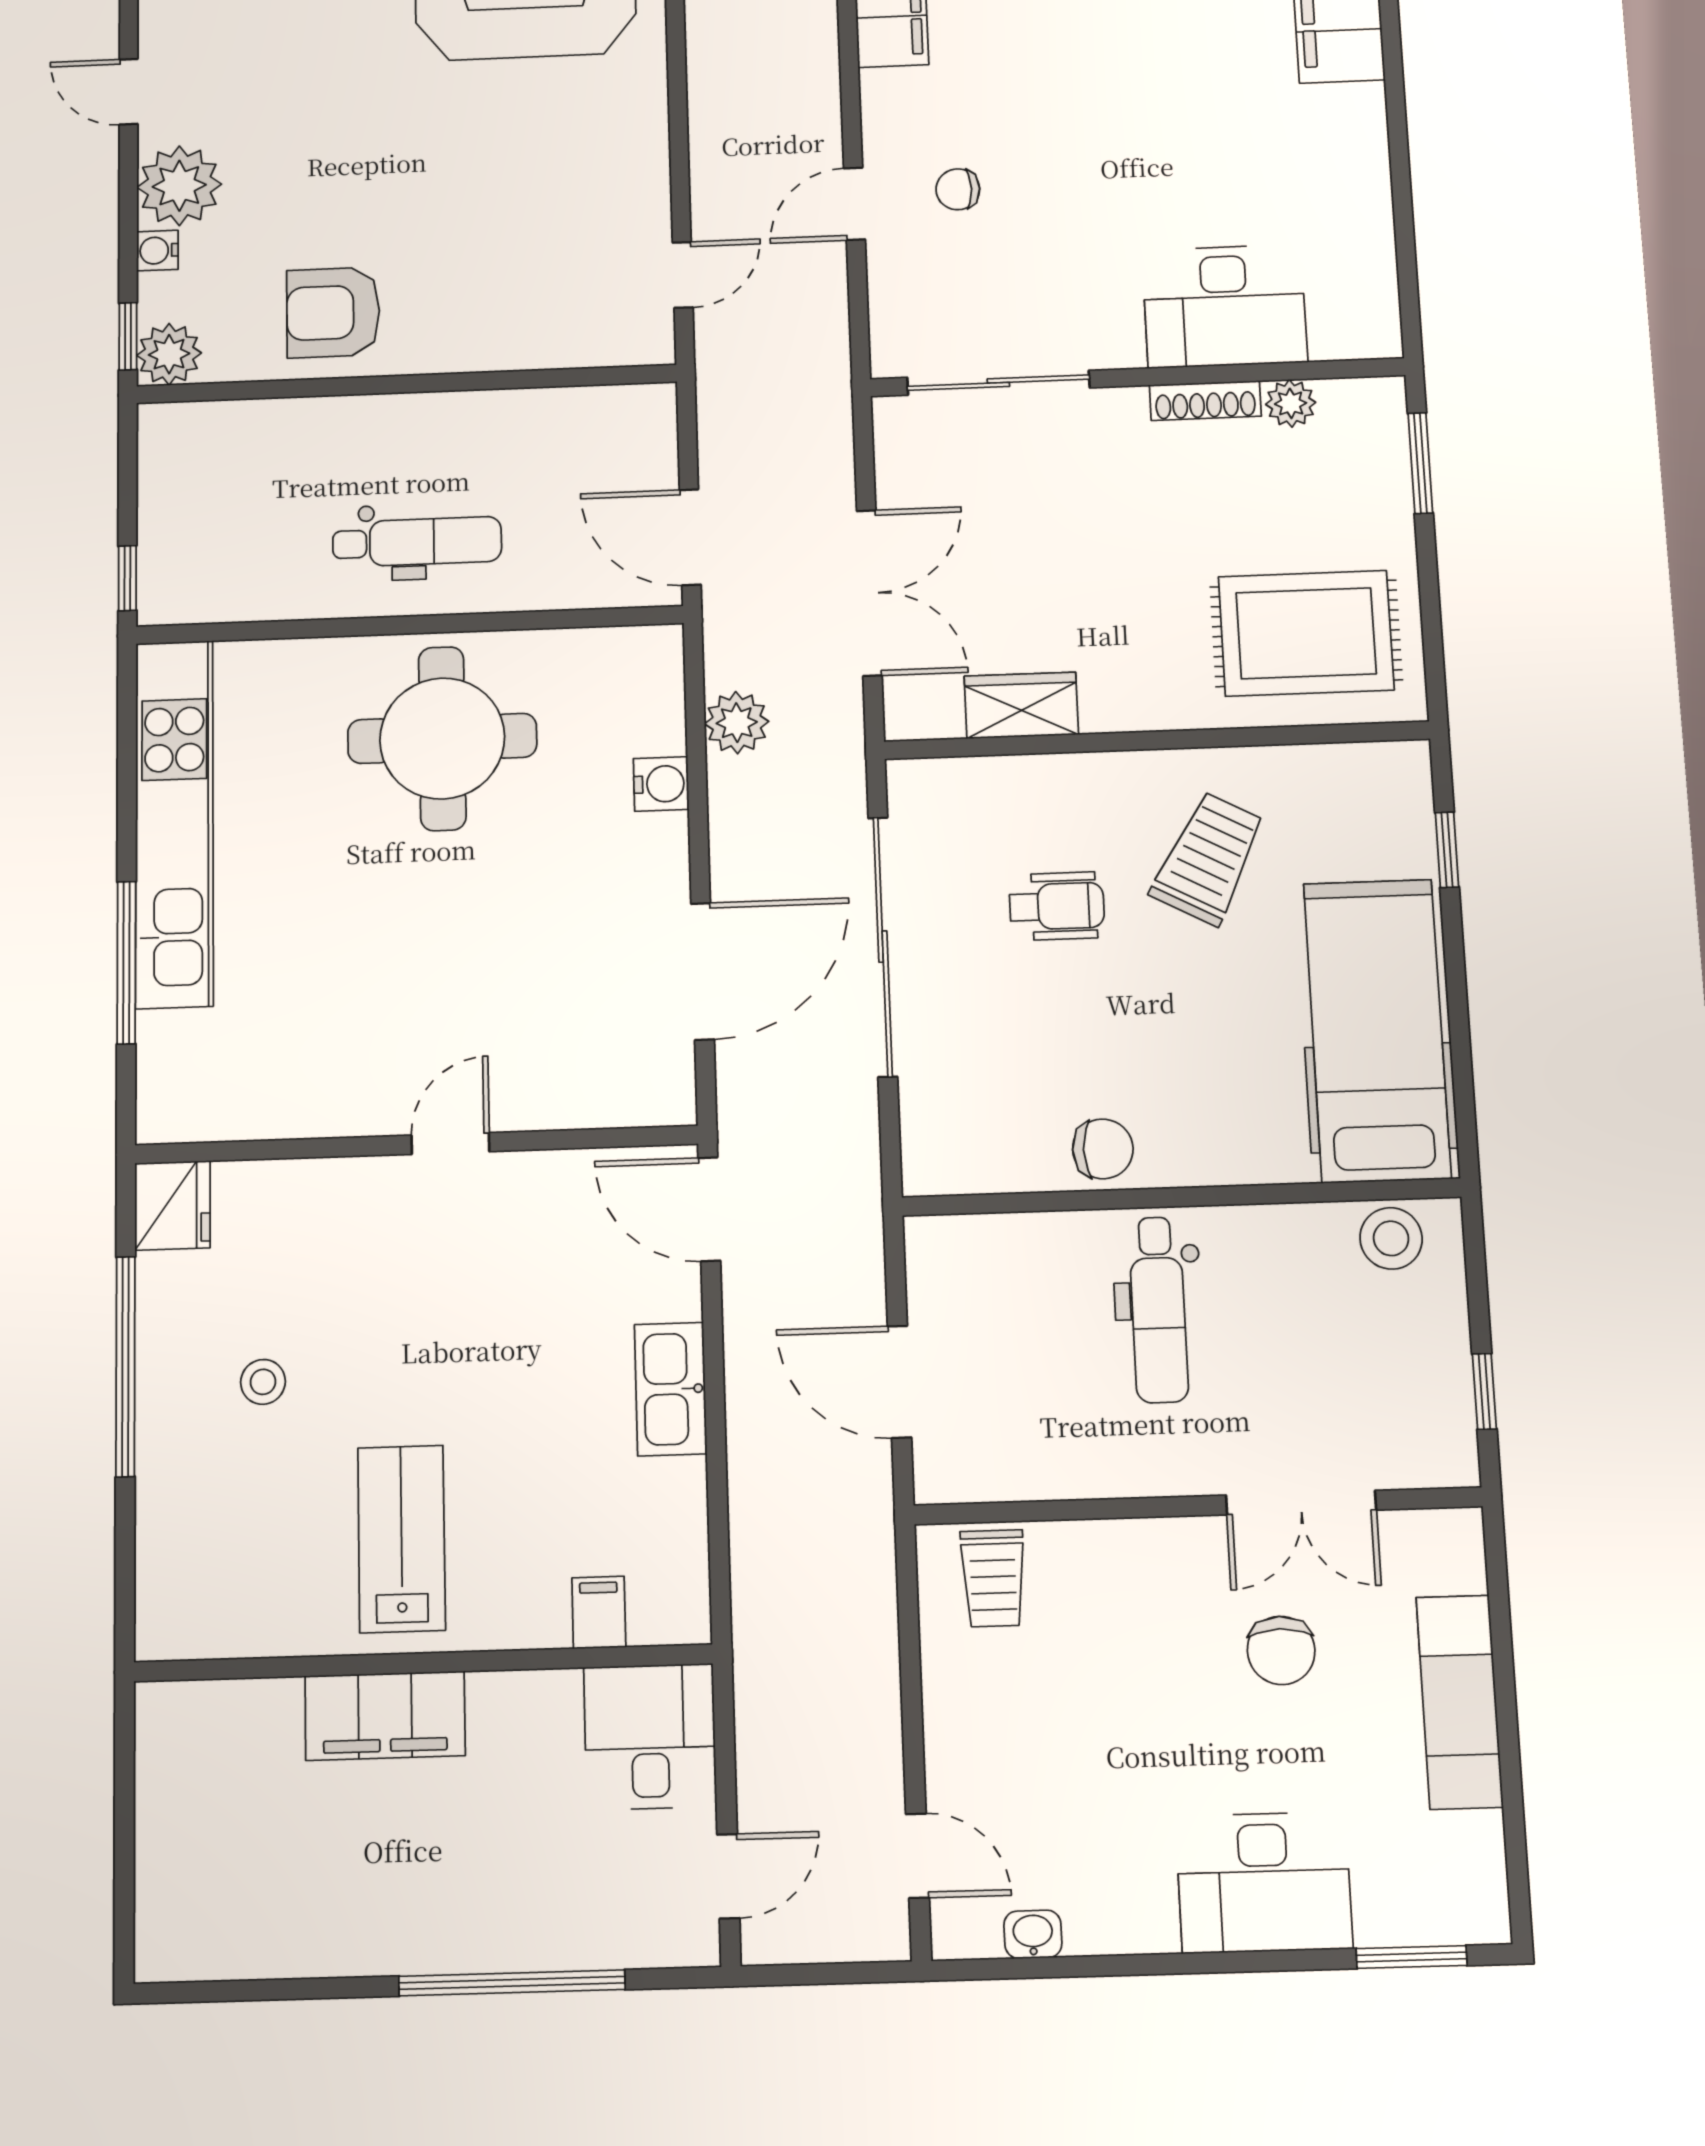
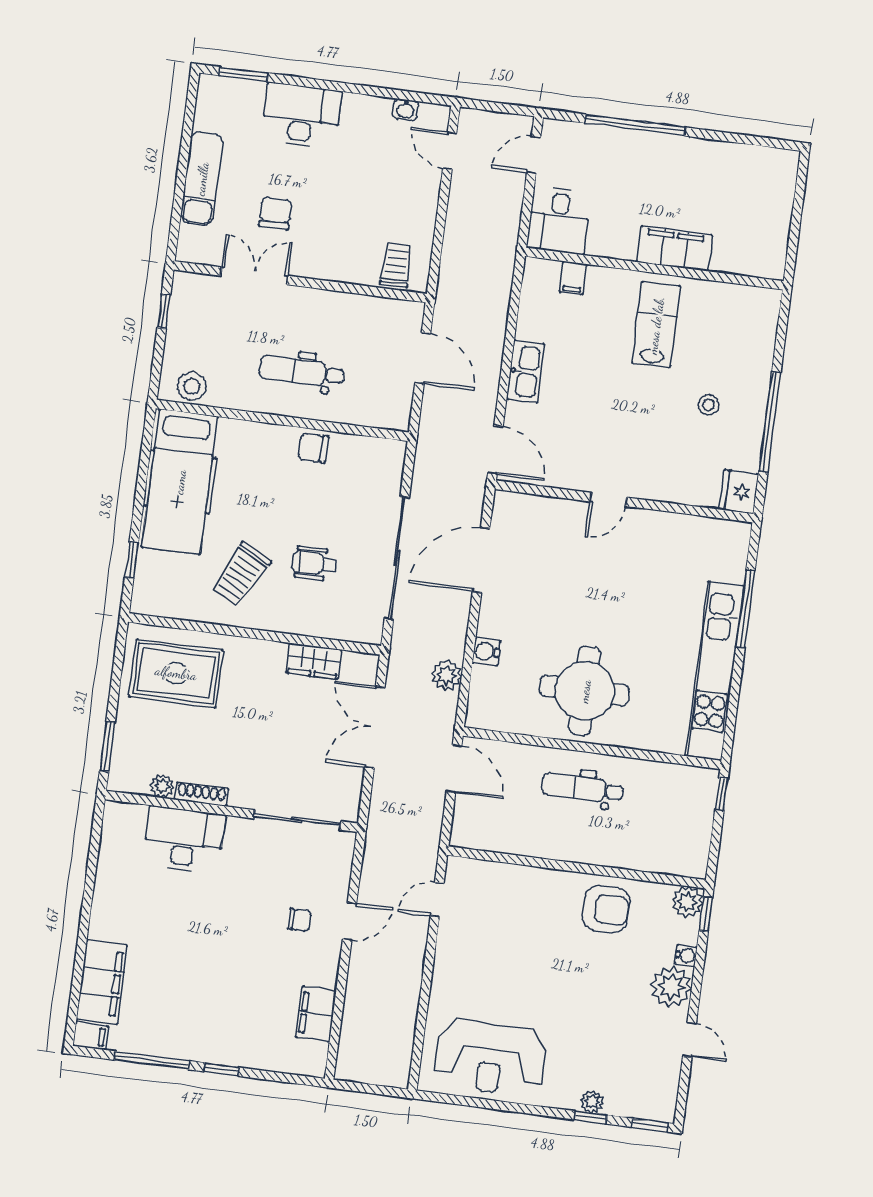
dental chair: (1158, 1310) -> (302, 371), turned -90
lab bench: (401, 1539) -> (656, 325), turned 180

